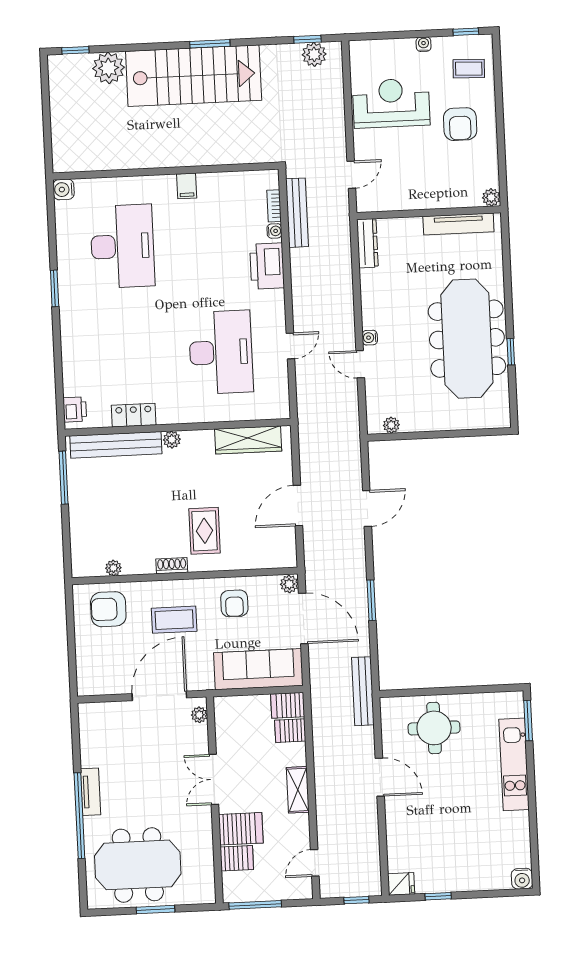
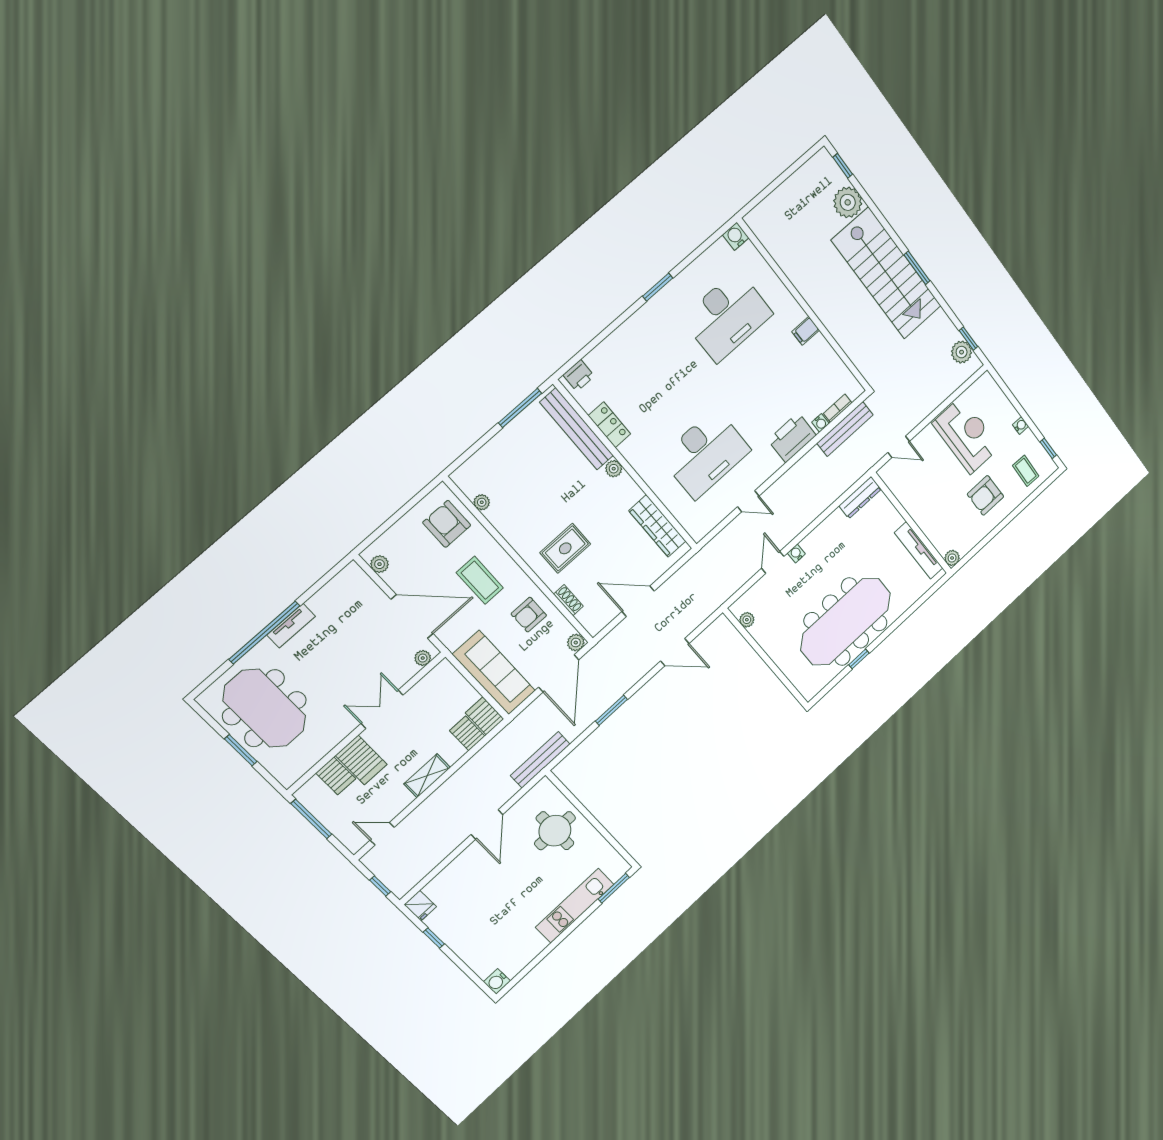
shoe rack: (172, 566) -> (568, 600), moved
plant: (98, 687) -> (379, 564), added

